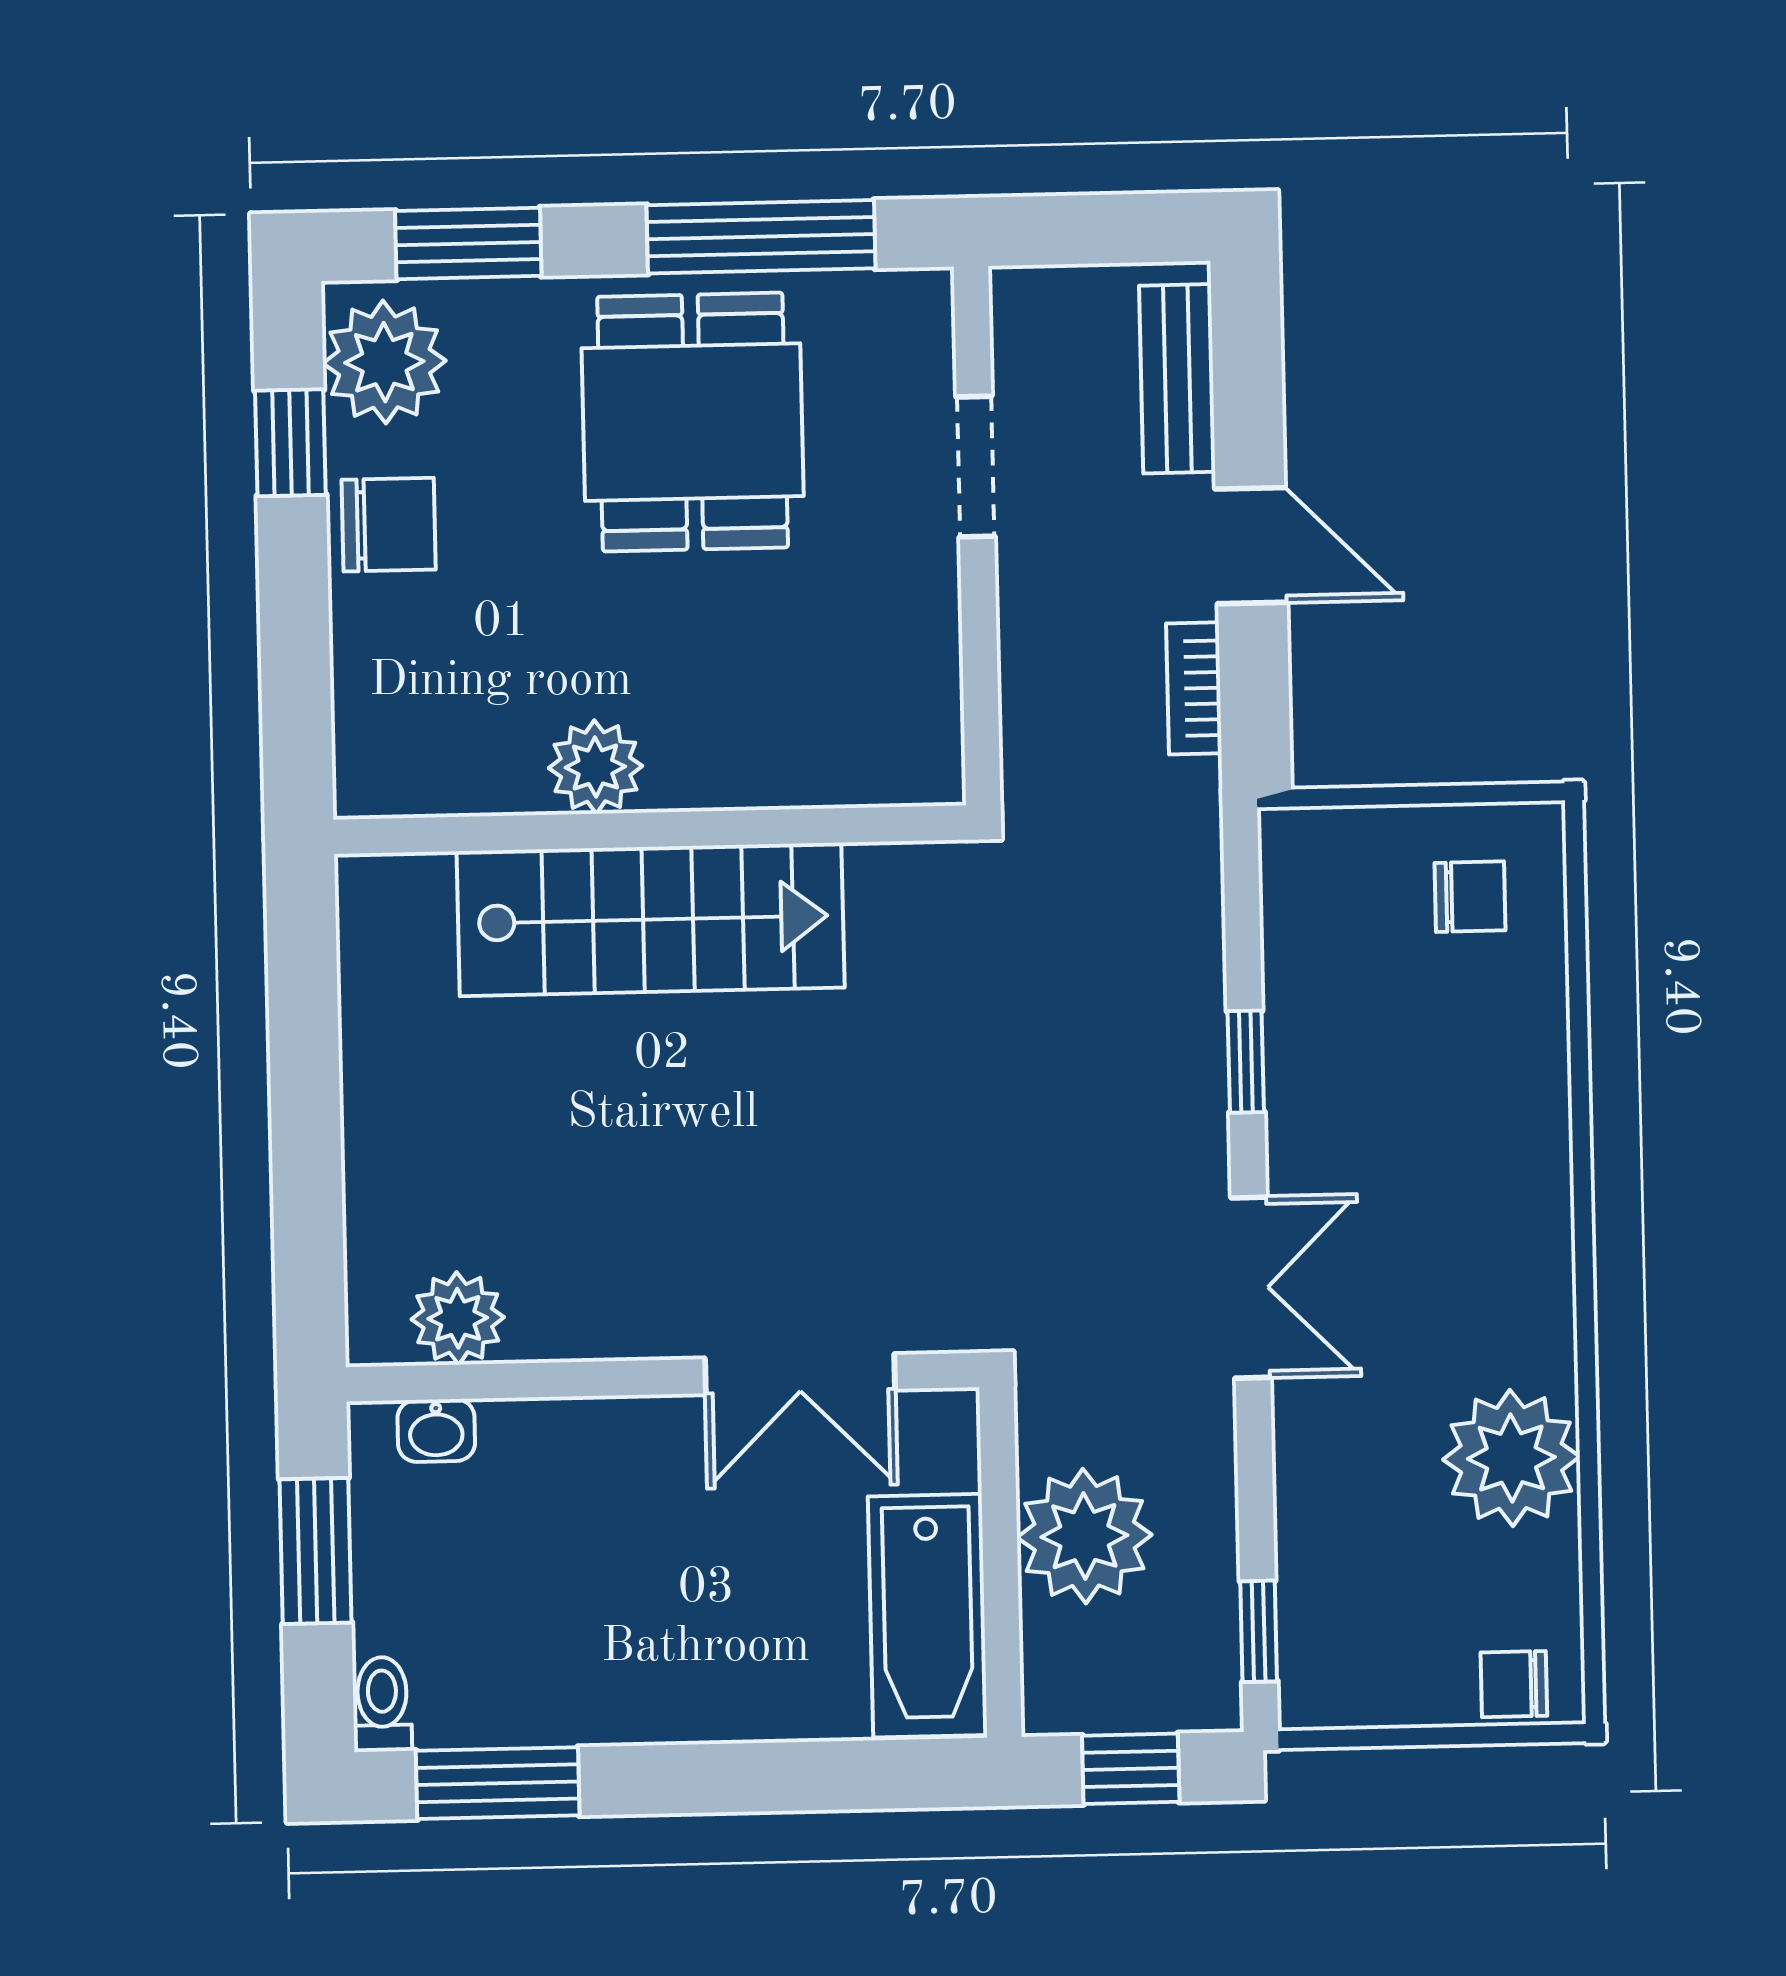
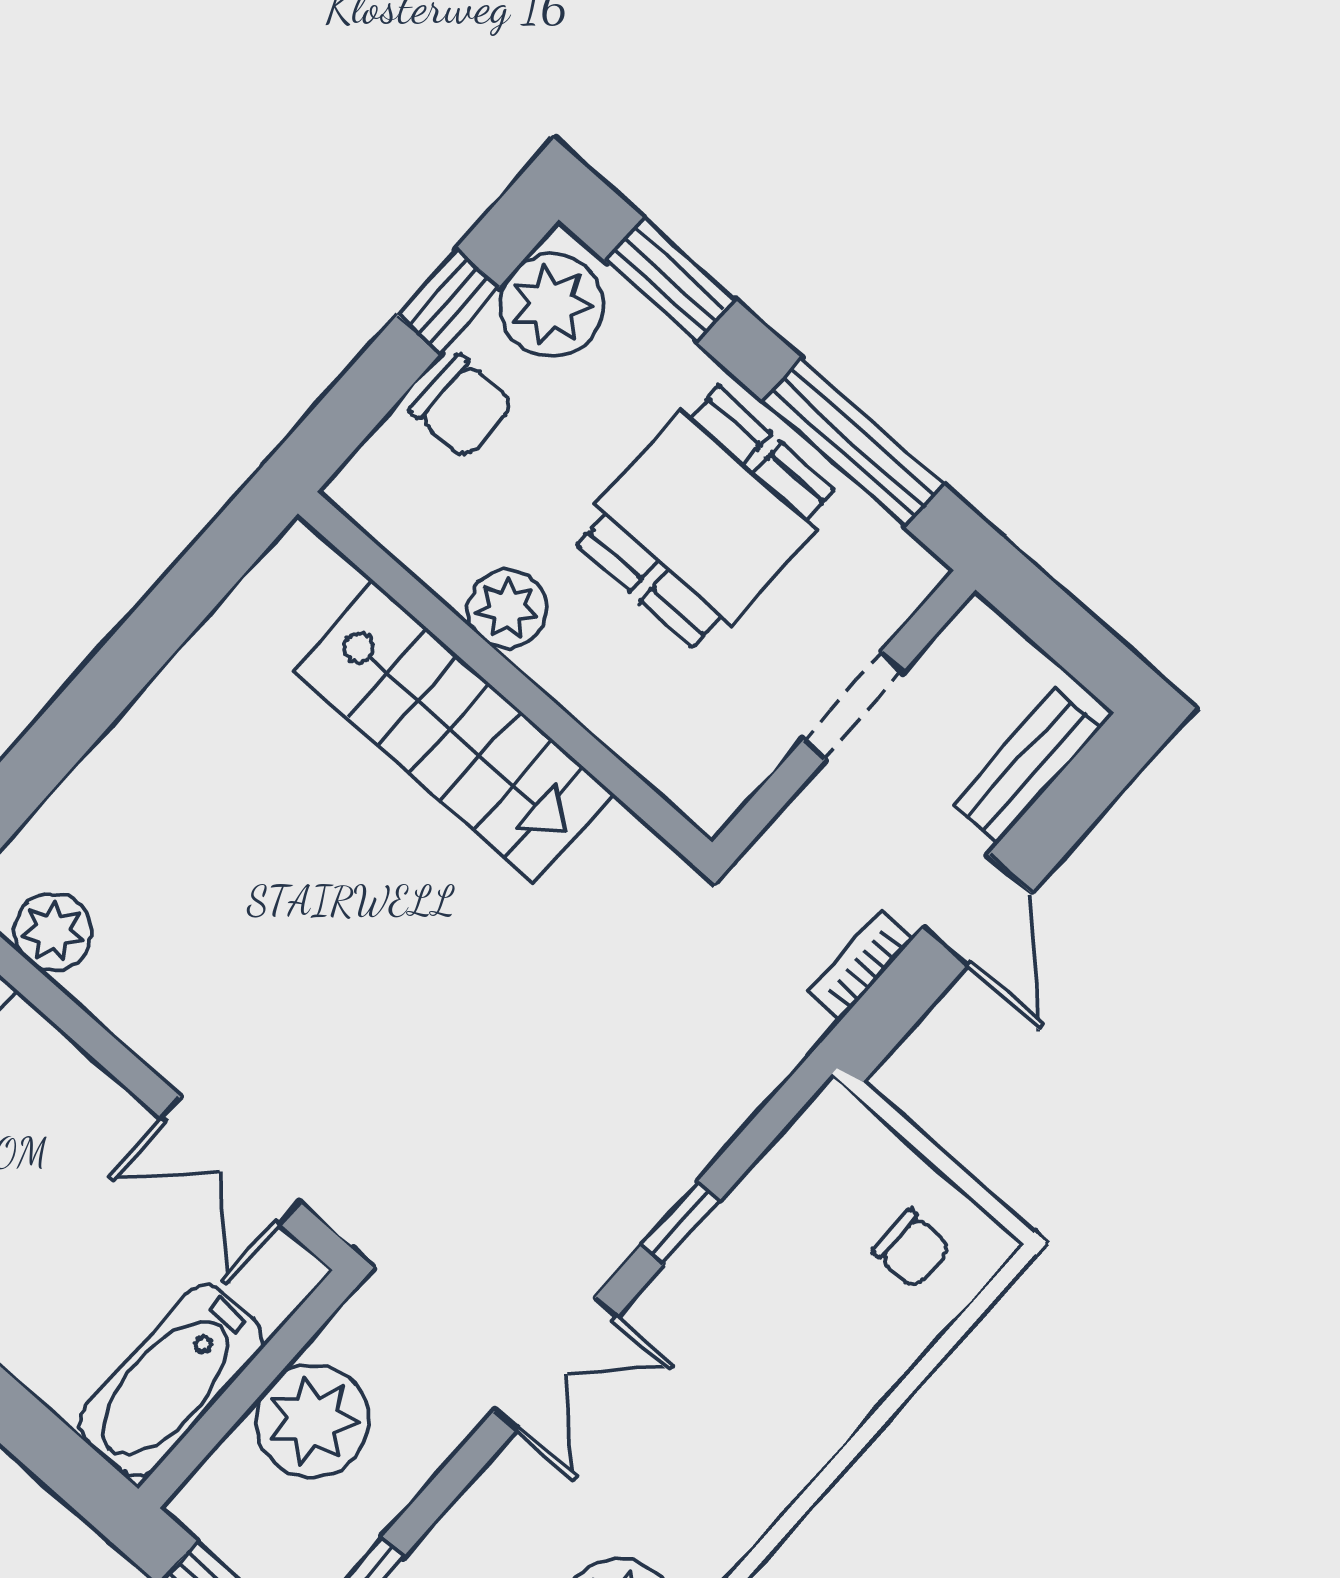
plant: (595, 767) -> (507, 609), moved
wall: (650, 830) -> (505, 678), moved
stairs: (651, 919) -> (454, 733), moved

